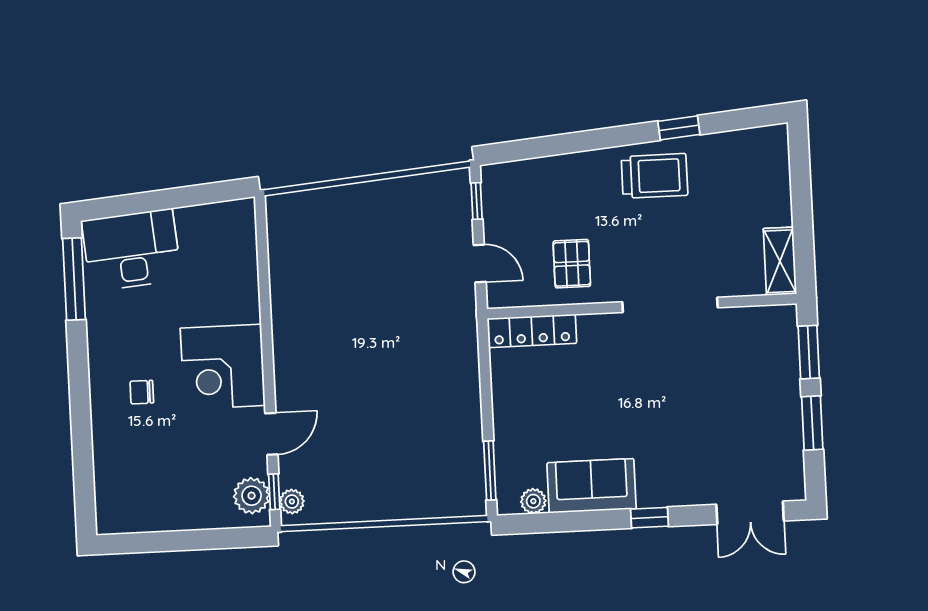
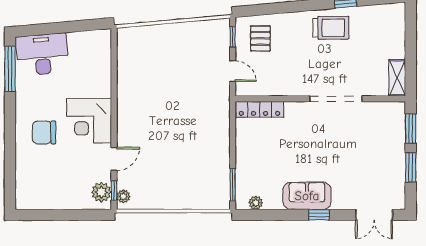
pallet: (572, 264) -> (260, 38), moved
chair: (142, 392) -> (44, 132), width x1.87, depth x1.87
sofa: (592, 486) -> (307, 196), moved

